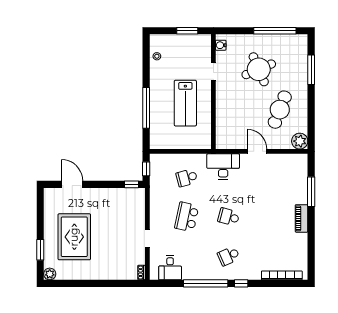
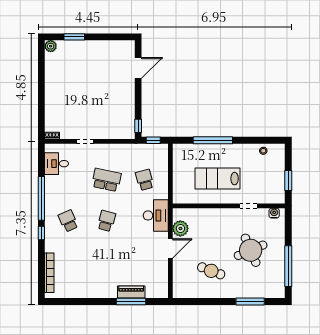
cafe table: (280, 110) -> (211, 271), width x0.73, depth x0.74
plant: (300, 141) -> (180, 228), moved
piano: (302, 218) -> (131, 292), moved
rug: (74, 237) -> (87, 70), removed

